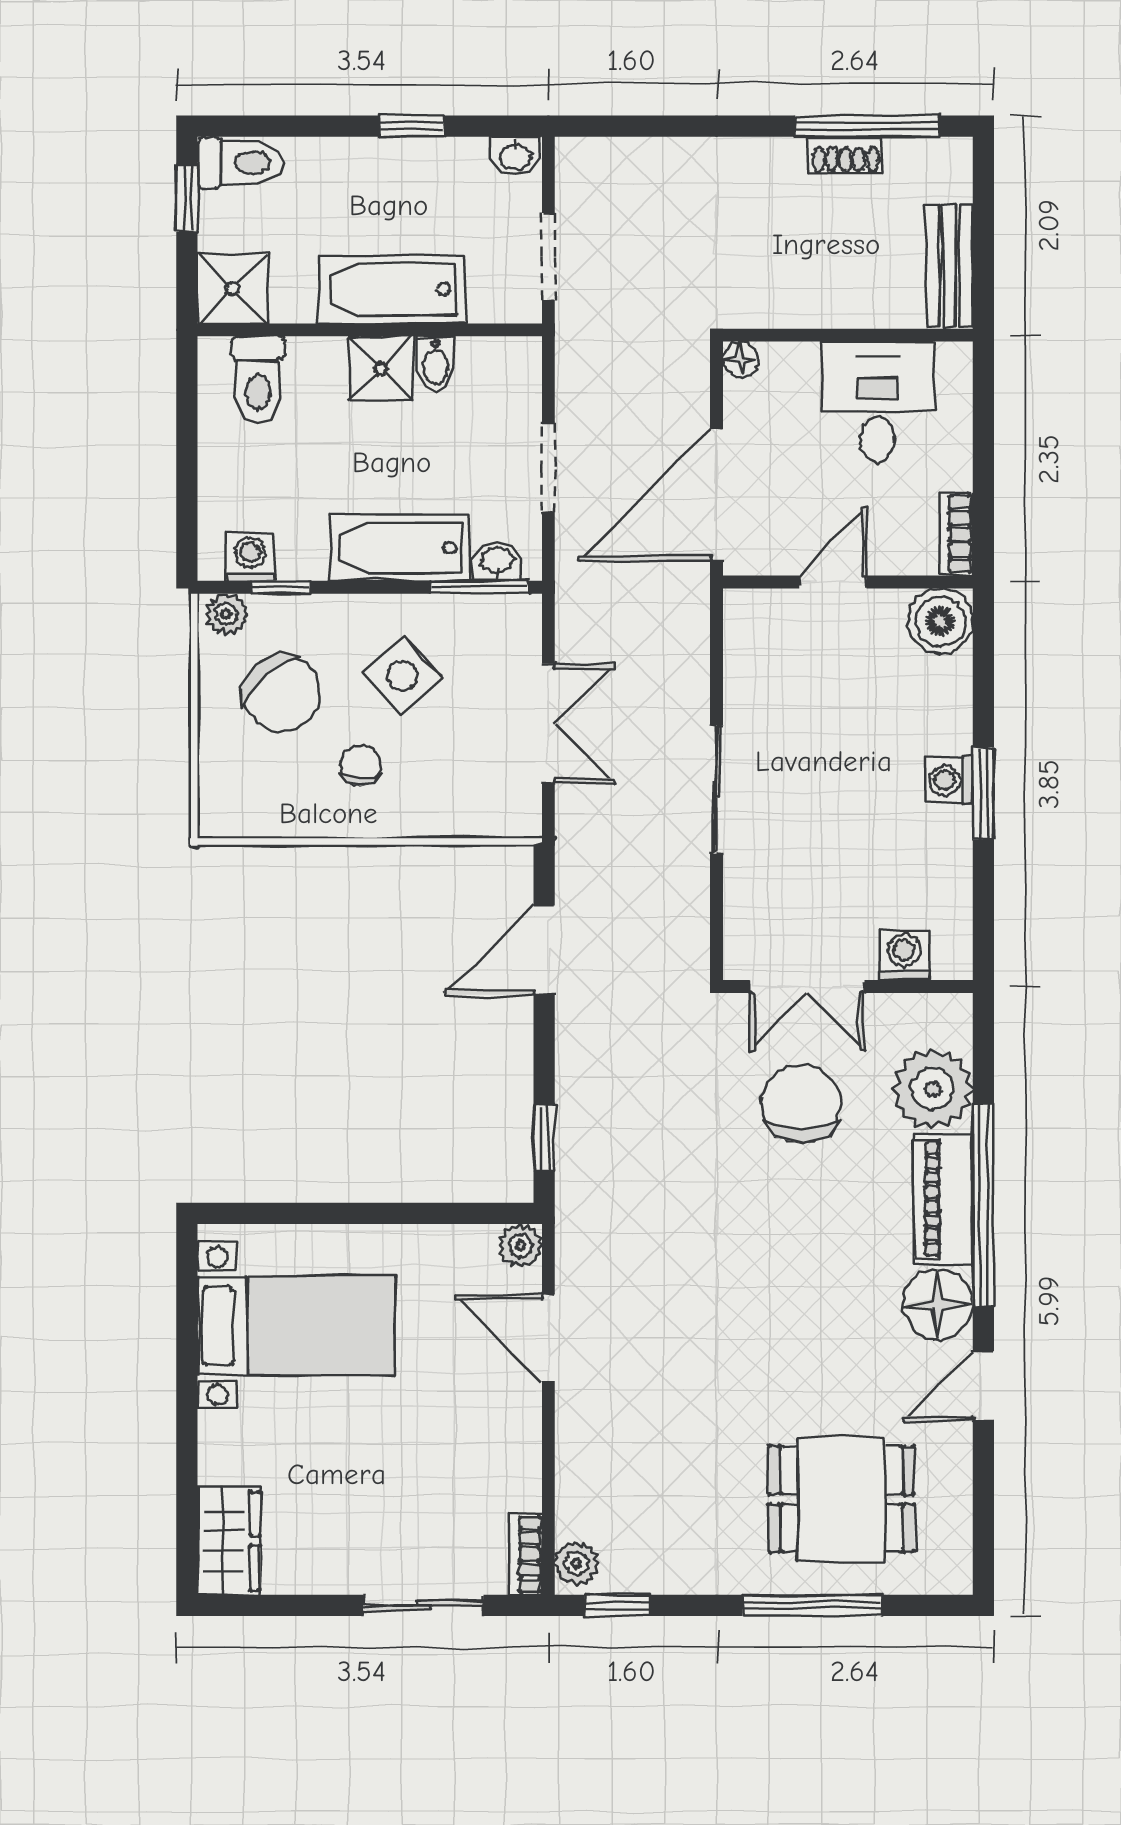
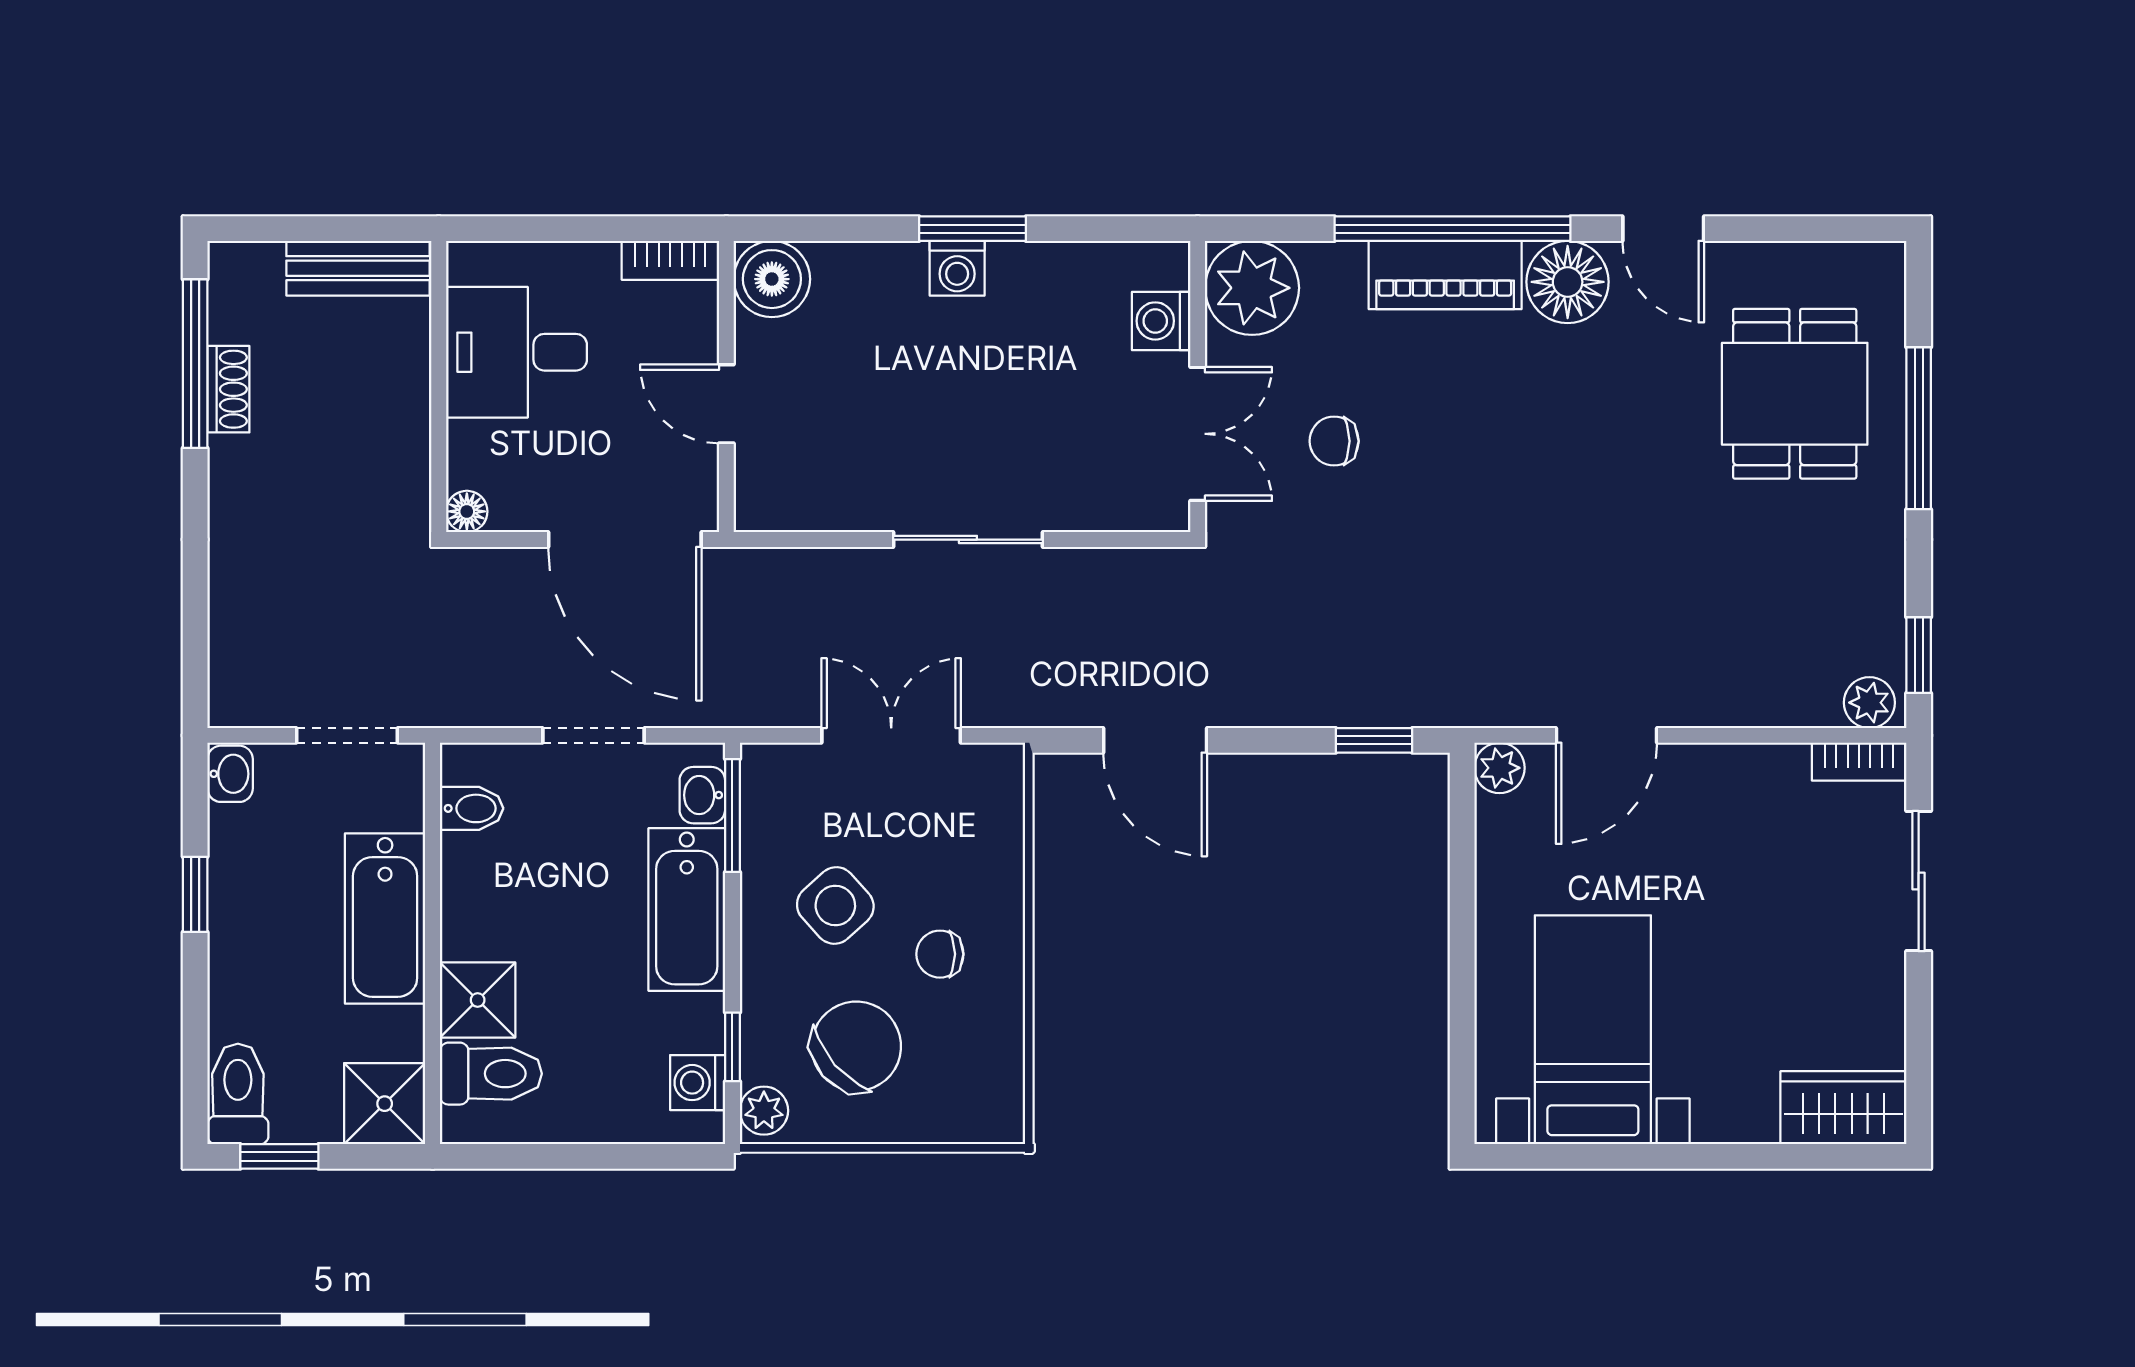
bidet: (436, 363) -> (472, 808), moved
shower: (381, 369) -> (478, 1000), moved
plant: (932, 1089) -> (1252, 288), moved
chair: (801, 1104) -> (1334, 441), width x0.54, depth x0.54

